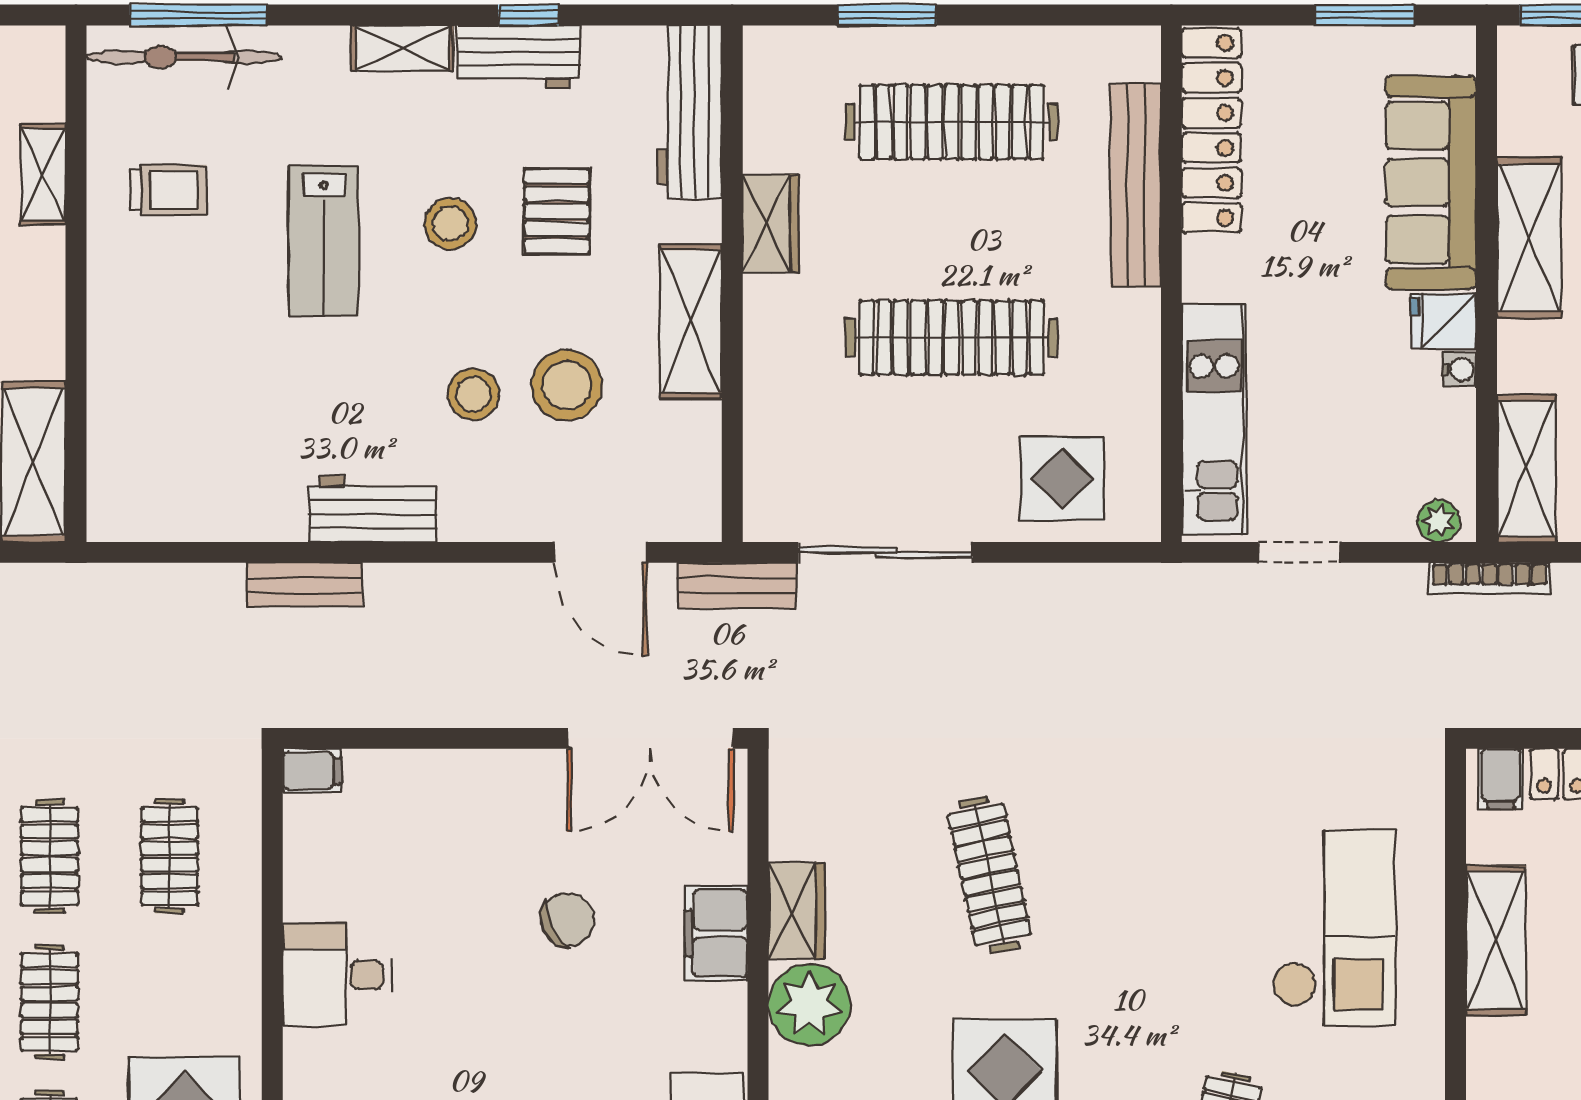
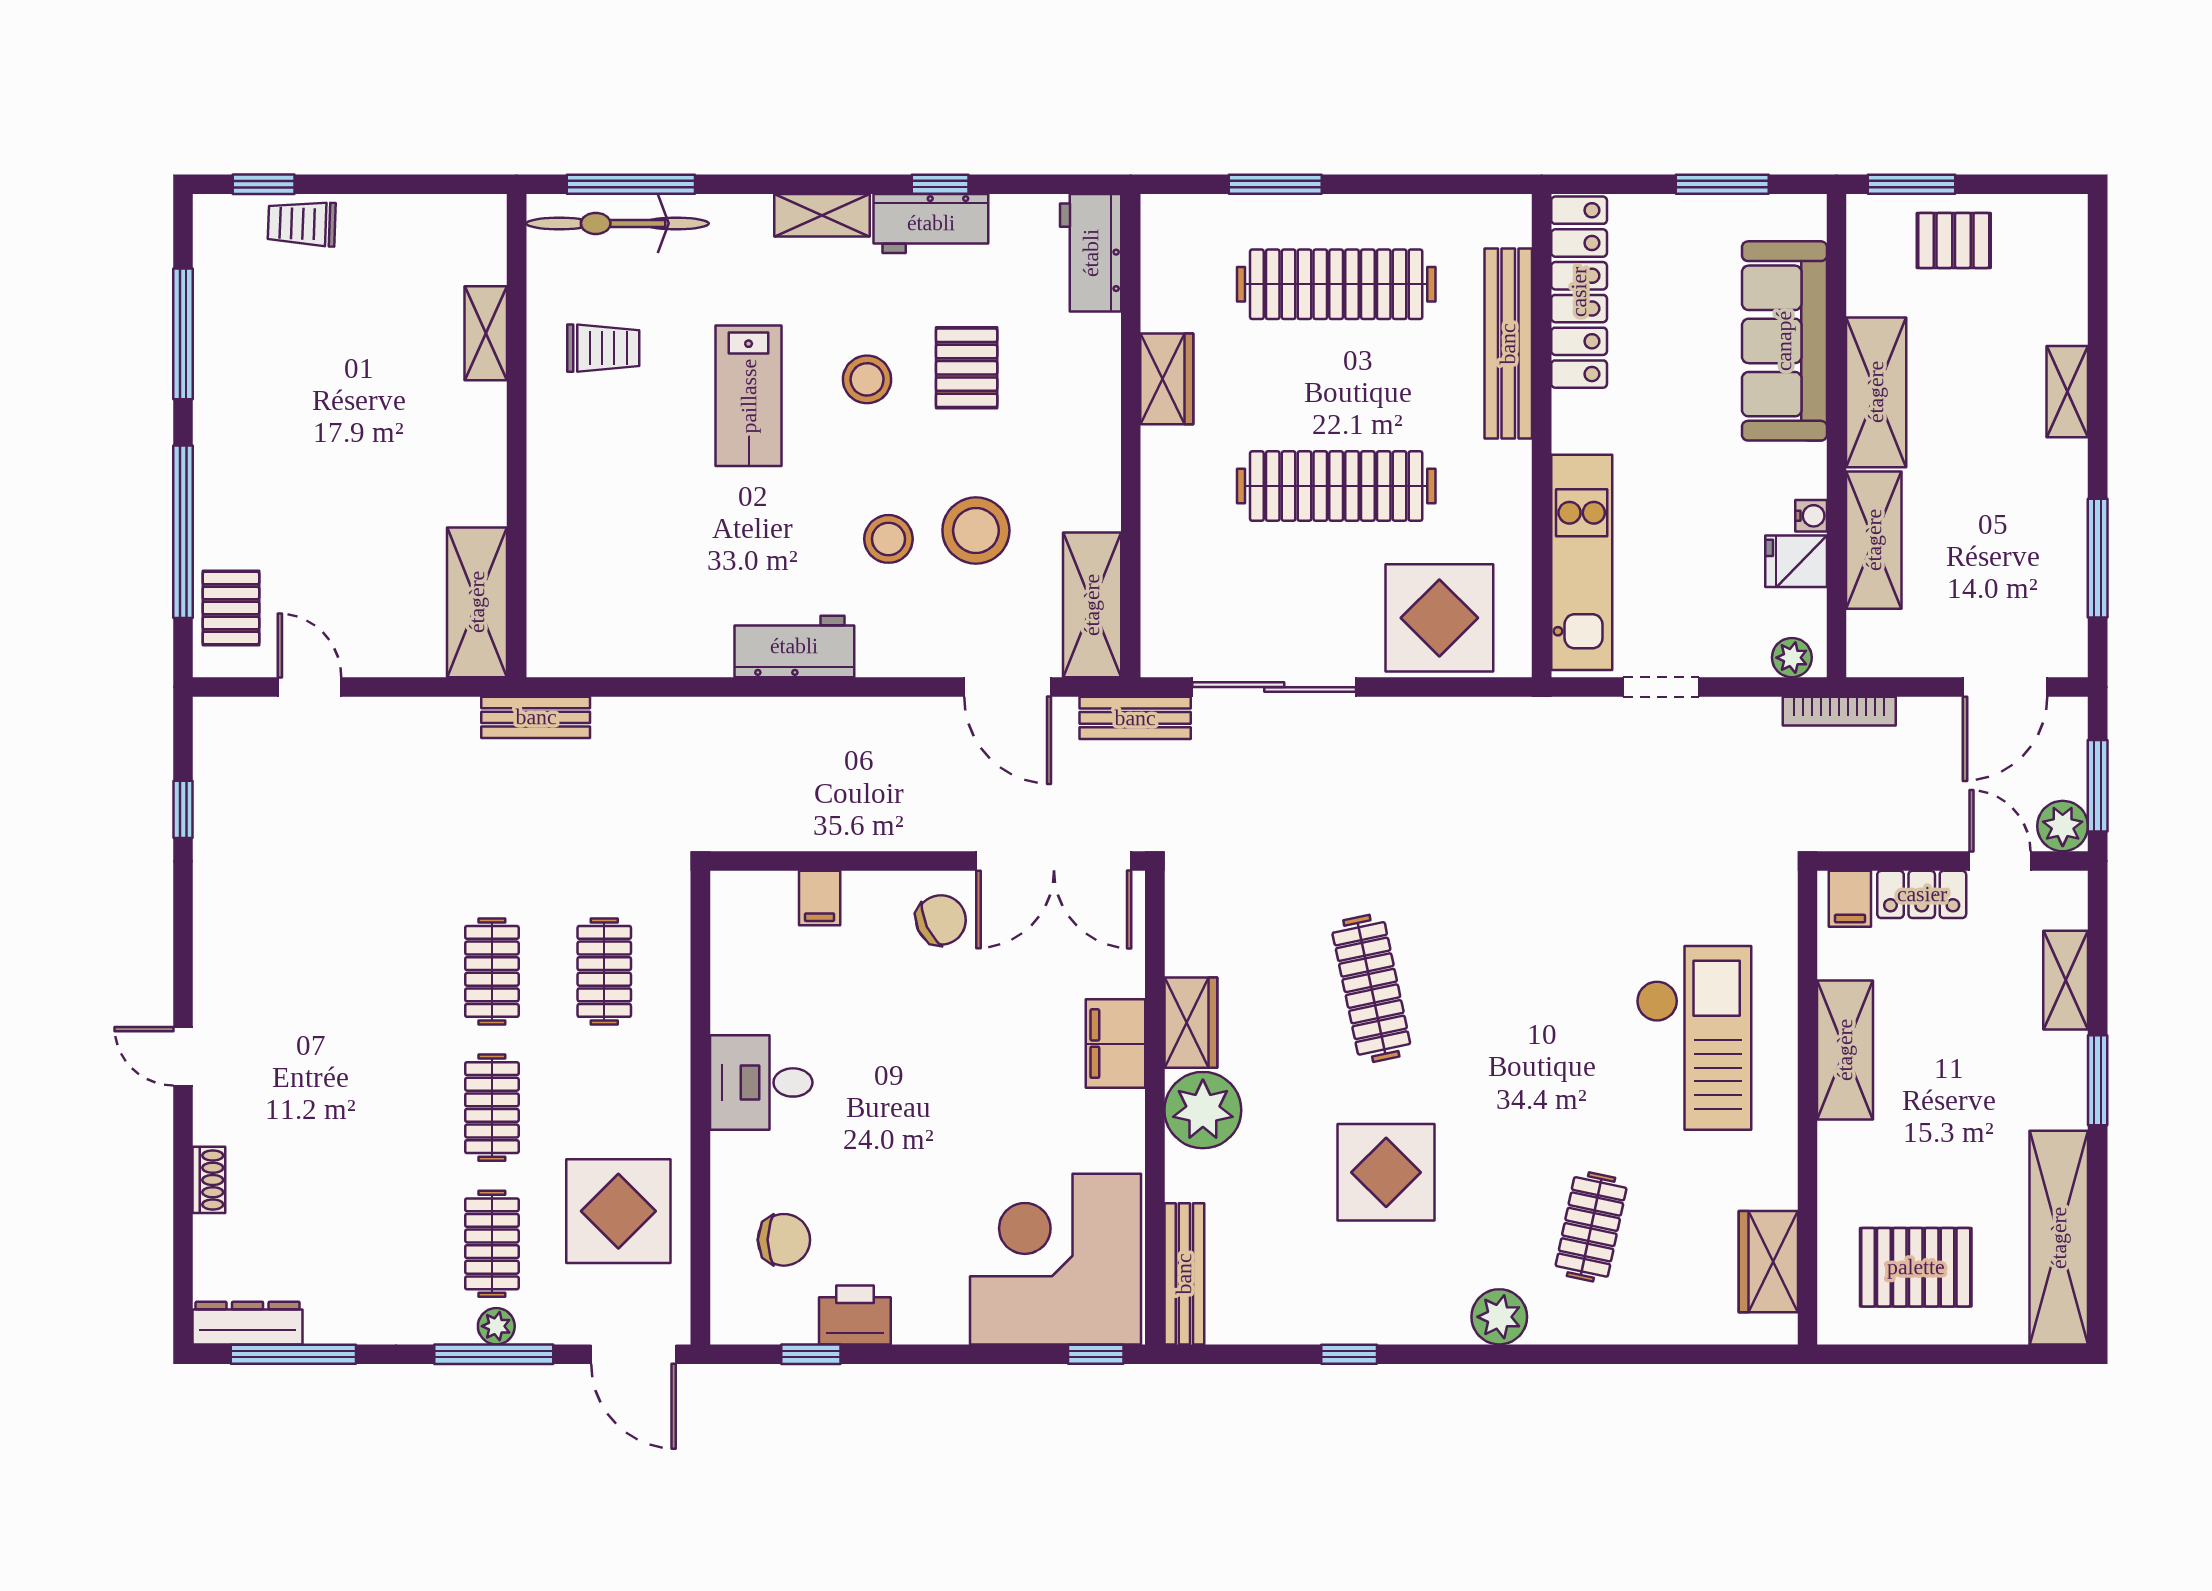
workbench: (689, 112) -> (1091, 253), width x0.73
shelving: (691, 321) -> (1092, 605), moved
fridge: (1443, 321) -> (1796, 561), moved
shelving: (1526, 468) -> (1874, 540), moved
display table: (1062, 479) -> (1439, 618), width x1.36, depth x1.36
bench: (304, 585) -> (536, 717), moved
filing cabinet: (312, 771) -> (820, 898), moved, turned 90
chair: (568, 920) -> (941, 920), moved

